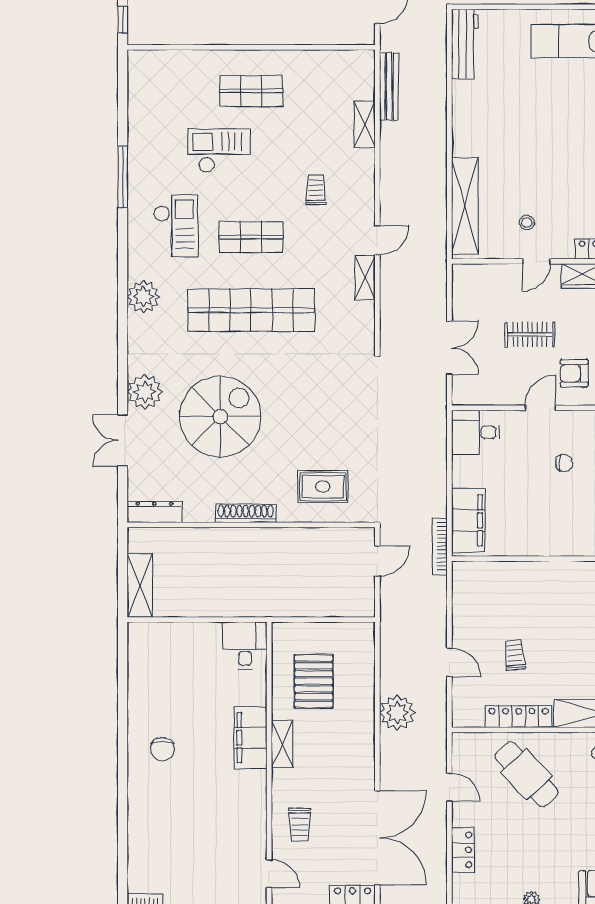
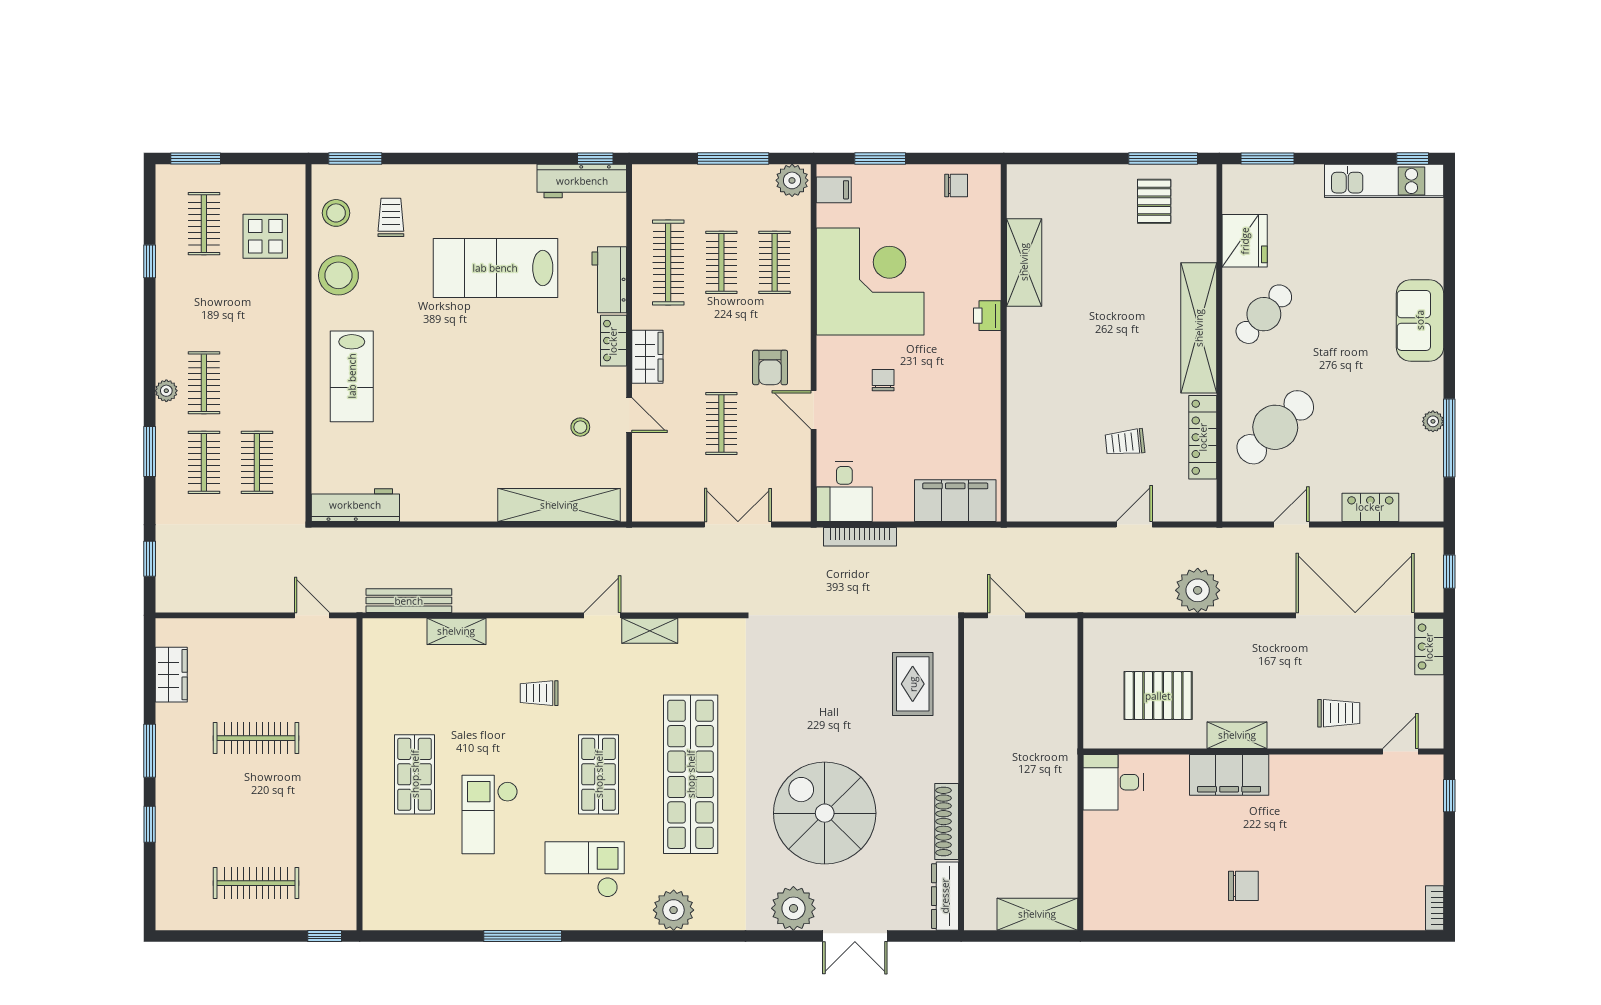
door: (377, 240) -> (602, 615), hinge flipped
shoe rack: (246, 513) -> (947, 821), moved
bookcase: (440, 546) -> (860, 537), moved

